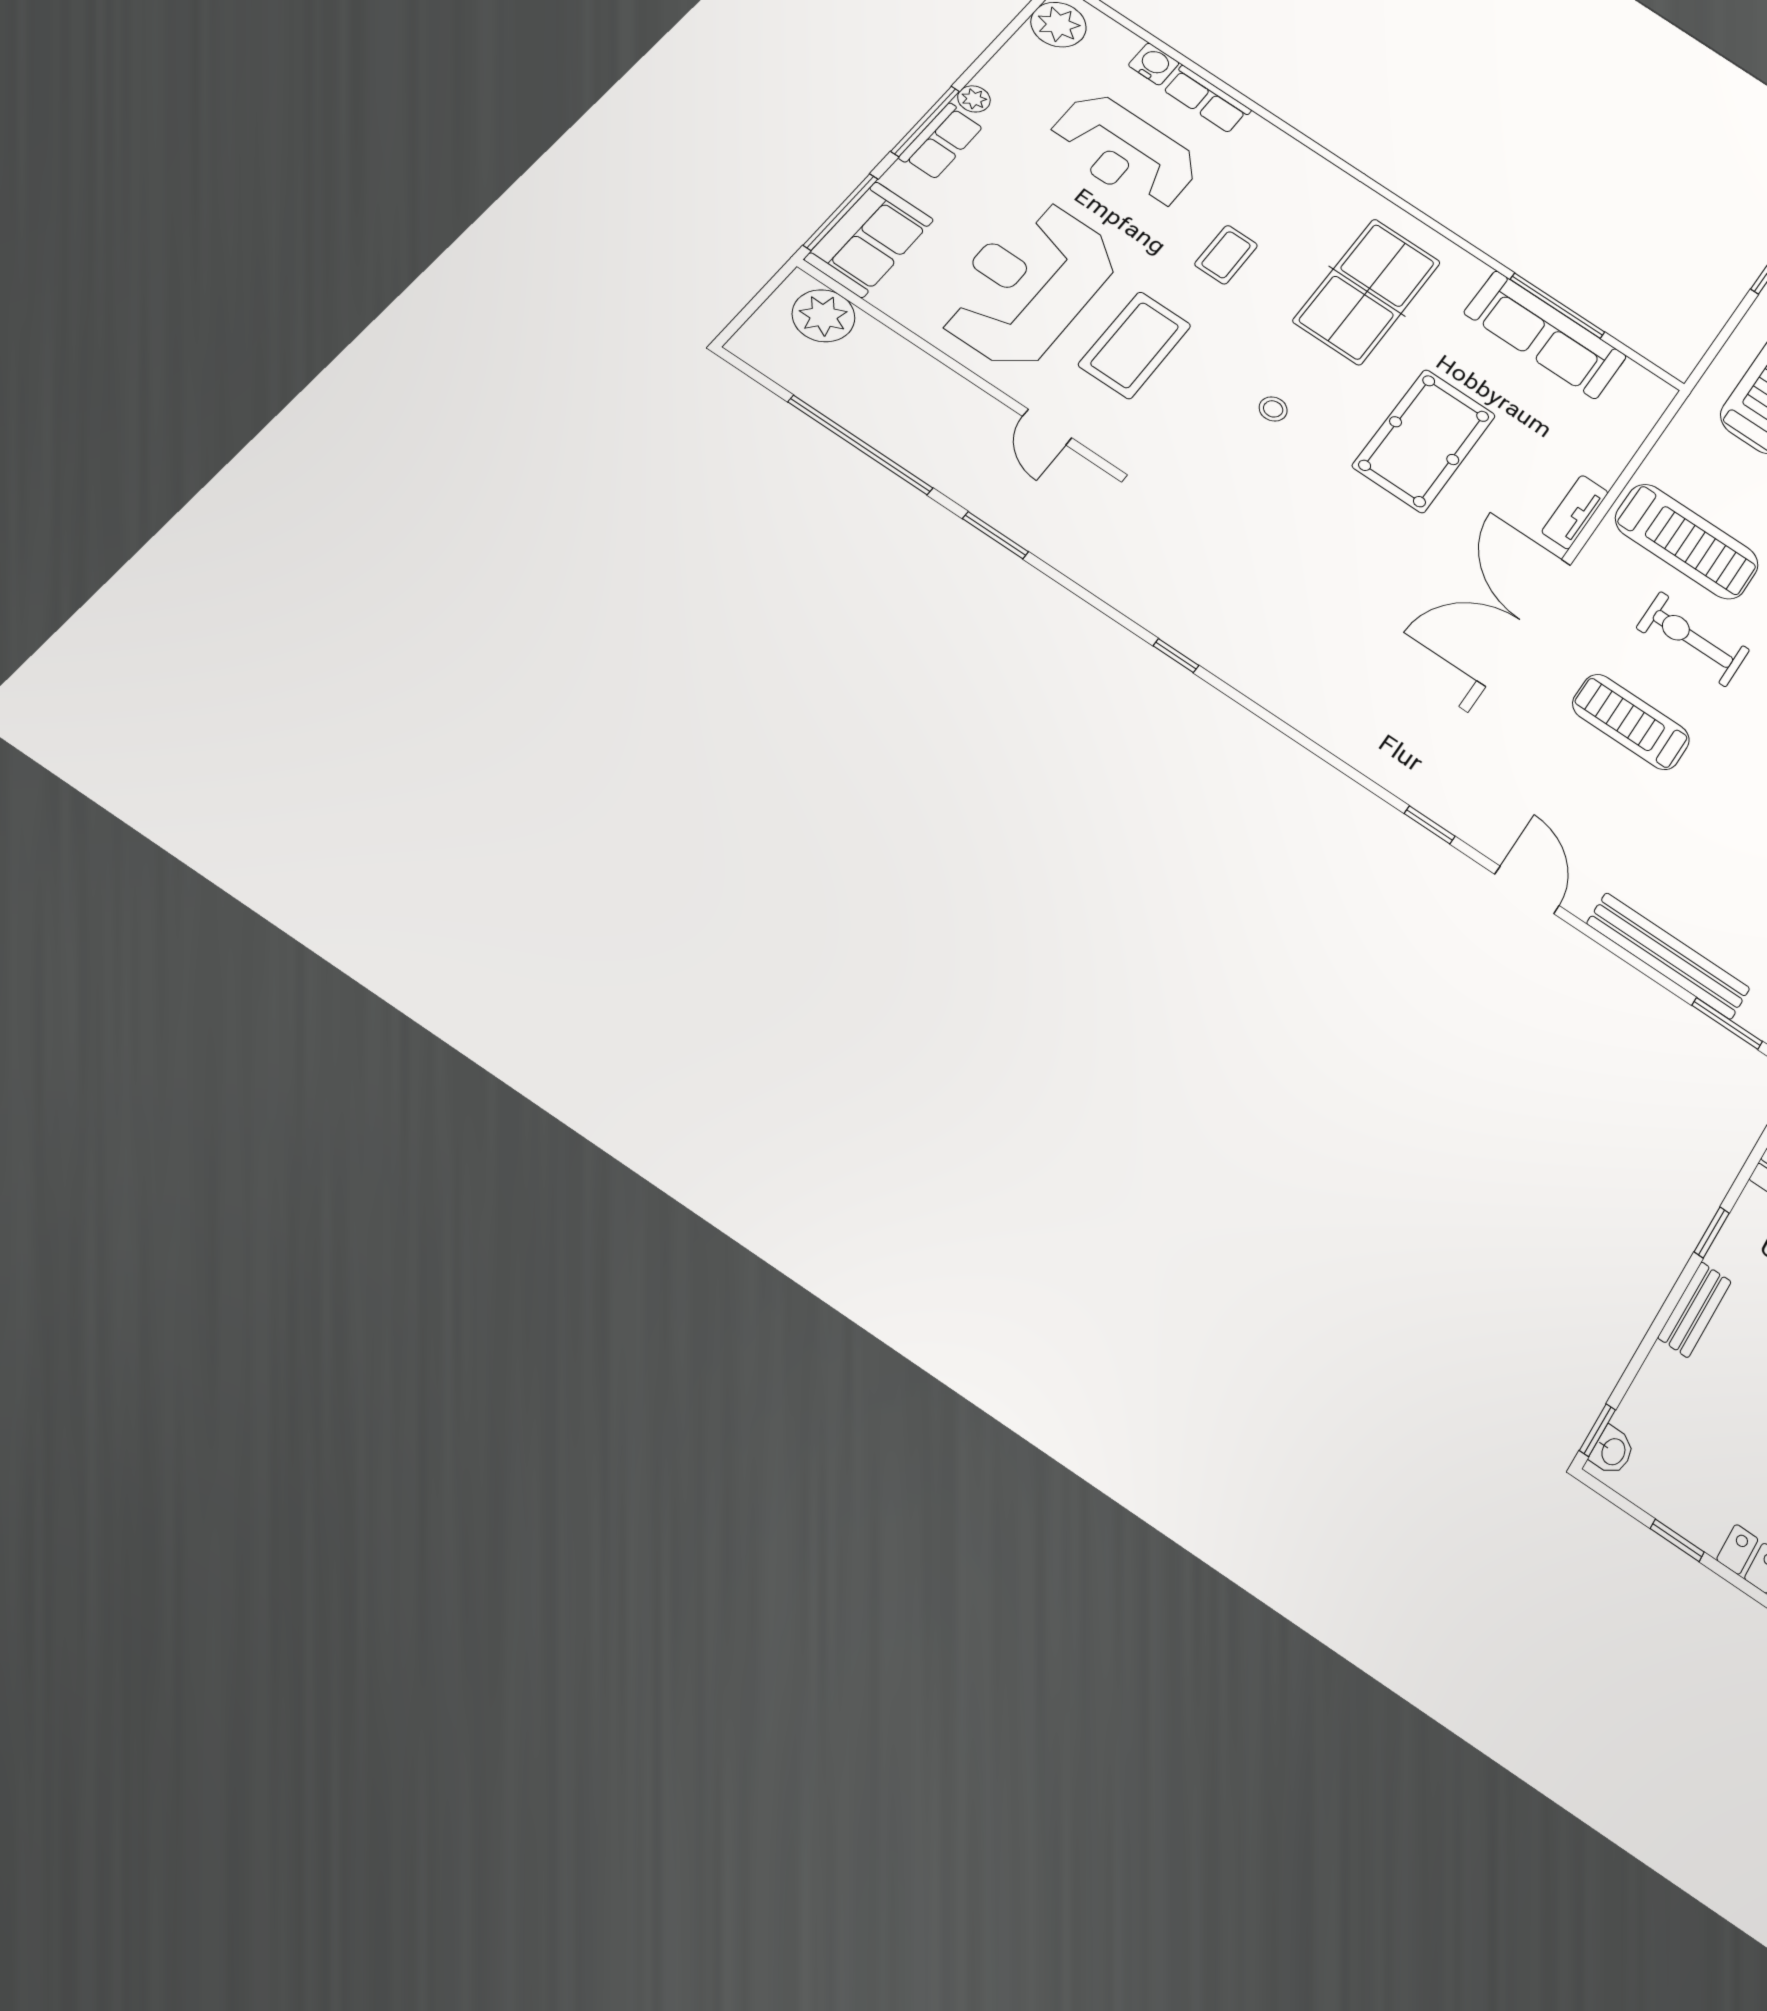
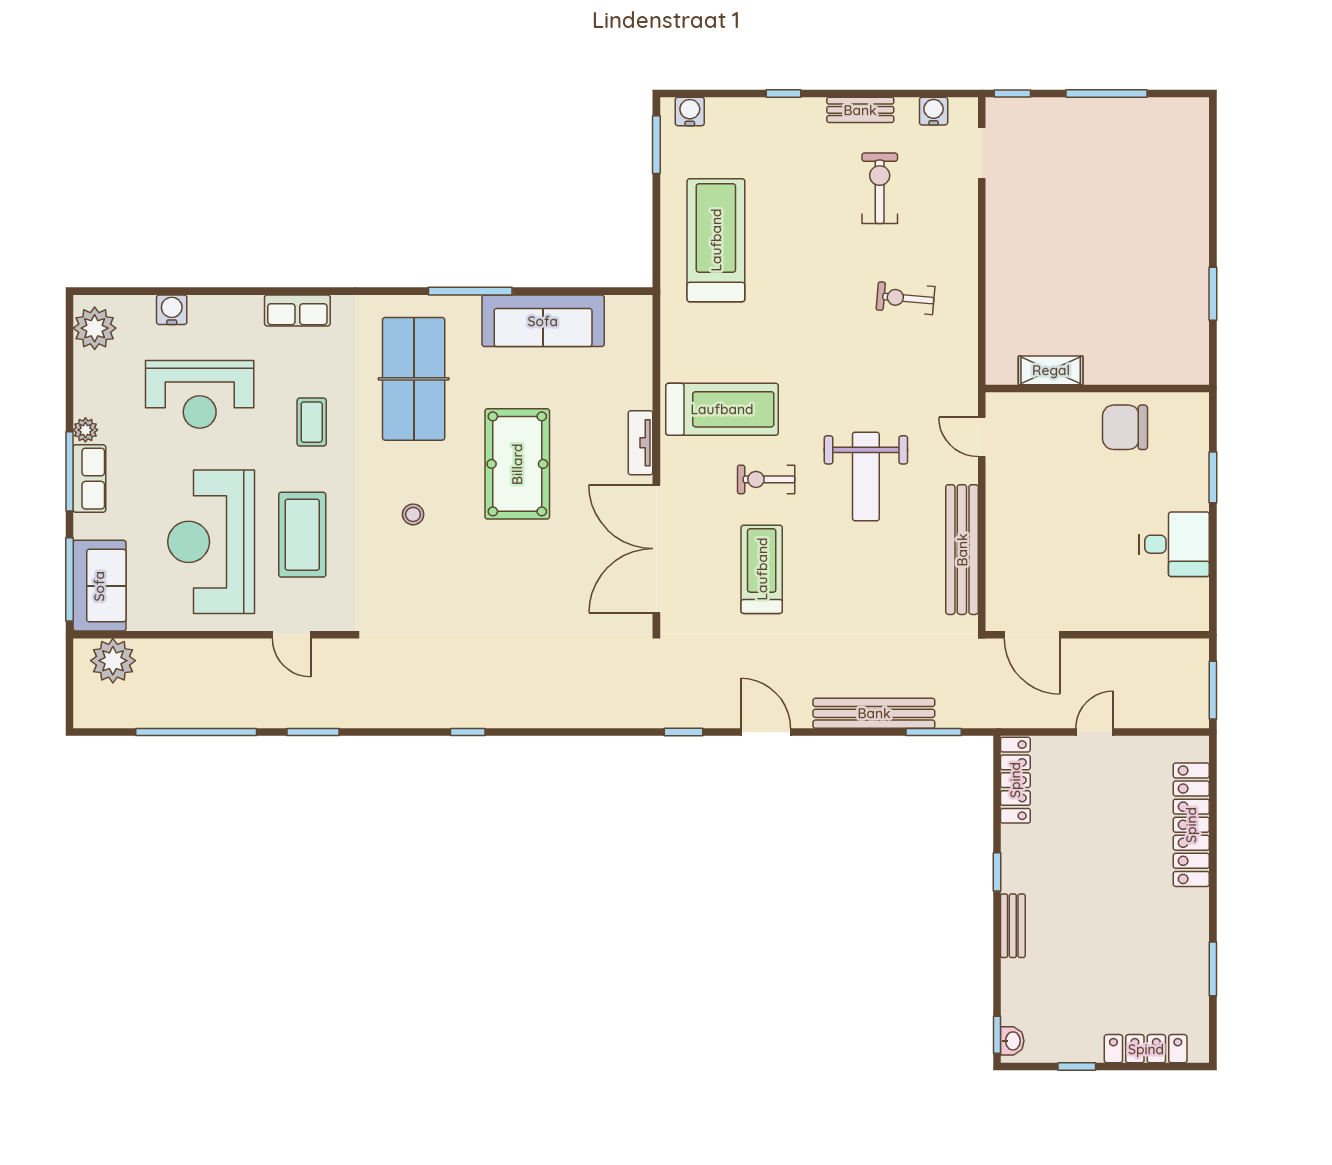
row of seats: (1207, 100) -> (297, 310), moved
window: (1557, 306) -> (470, 291), moved
exercise bike: (1693, 639) -> (766, 479), width x0.73, depth x0.72
treadmill: (1631, 722) -> (762, 569), turned 90

